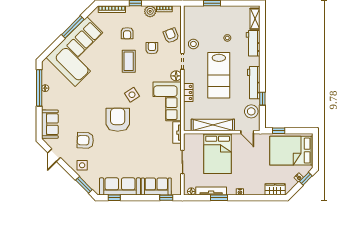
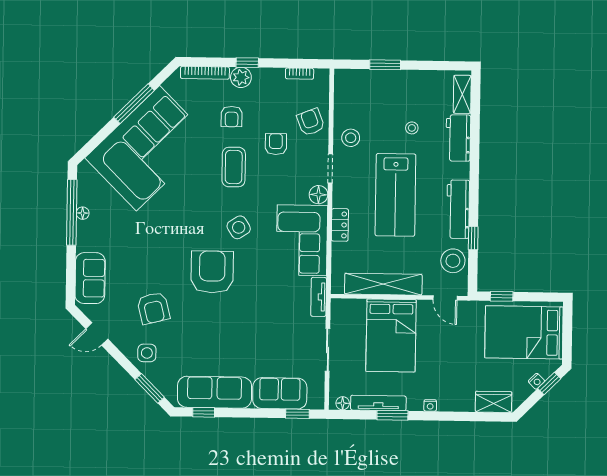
plant: (150, 11) -> (241, 77), moved
armchair: (85, 140) -> (153, 308), turned -106
door: (54, 155) -> (97, 334), hinge flipped

